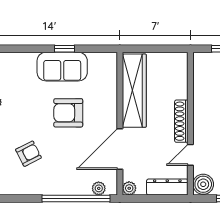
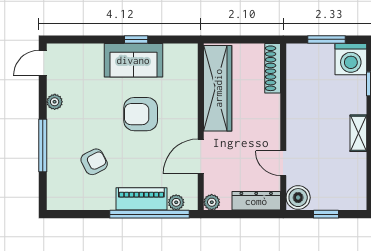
shoe rack: (181, 121) -> (273, 68), moved
door: (120, 149) -> (201, 156), width x0.73
door: (190, 155) -> (283, 163), hinge flipped
piano: (69, 185) -> (141, 199), added

